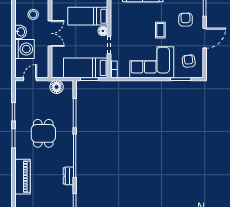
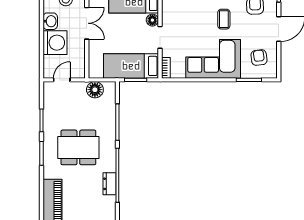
dining table: (43, 133) -> (78, 147), width x1.38
dresser: (68, 176) -> (110, 184), moved

